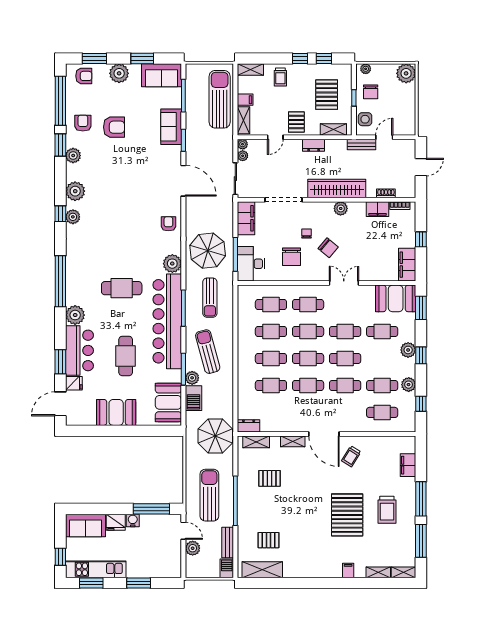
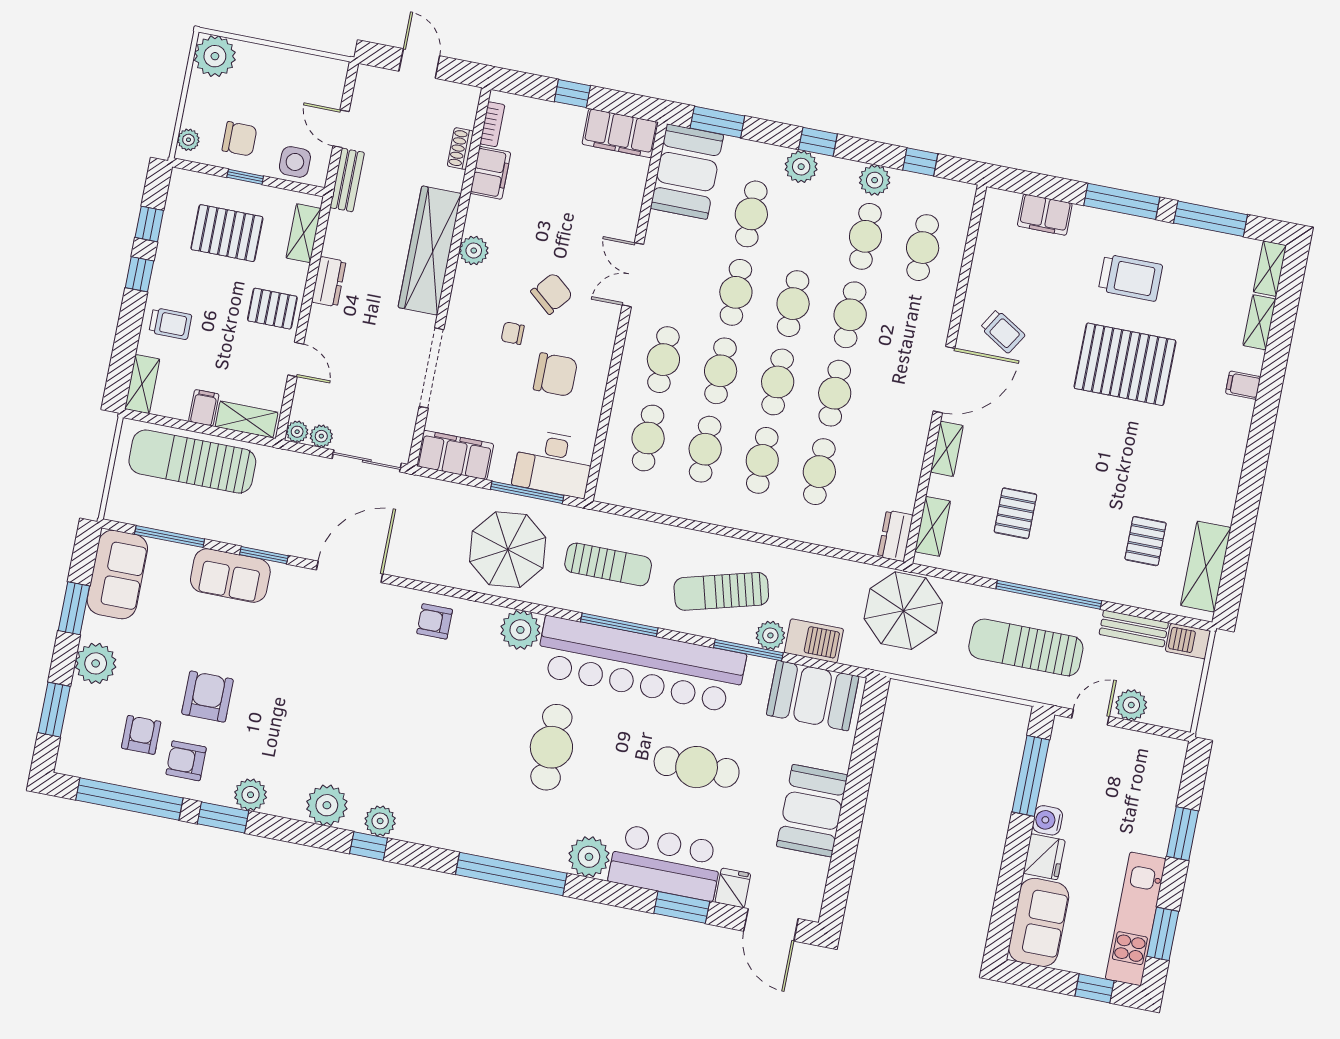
armchair: (84, 76) -> (141, 735), moved

